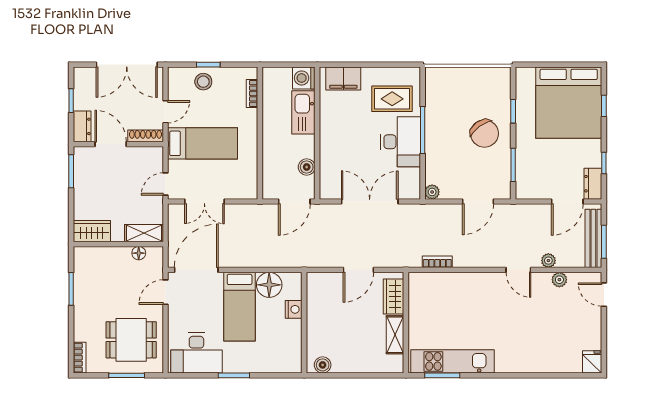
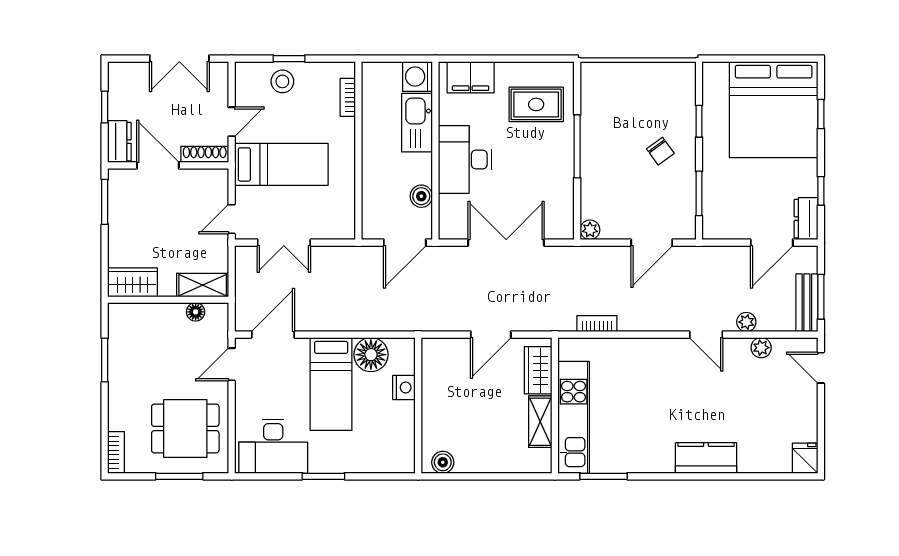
double door: (127, 65) -> (179, 59), width x0.73
chair: (484, 133) -> (660, 151), width x0.54, depth x0.54
desk: (401, 142) -> (465, 159), moved, turned 180
bench: (593, 238) -> (807, 303), width x0.73
door: (196, 270) -> (273, 335), width x0.73
kitchen unit: (453, 361) -> (574, 417), moved, turned 90
kitchen counter: (518, 362) -> (706, 458), added

